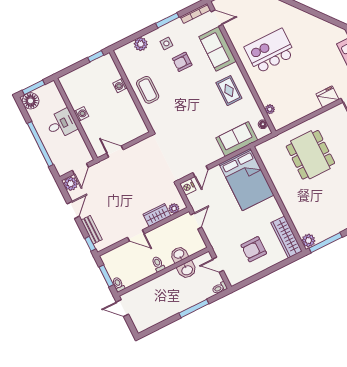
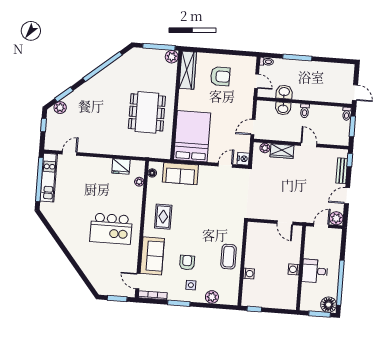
armchair: (182, 62) -> (187, 263), turned -90
fridge: (327, 97) -> (121, 166), moved
window: (40, 144) -> (340, 283), moved
dining table: (310, 155) -> (147, 112), moved

